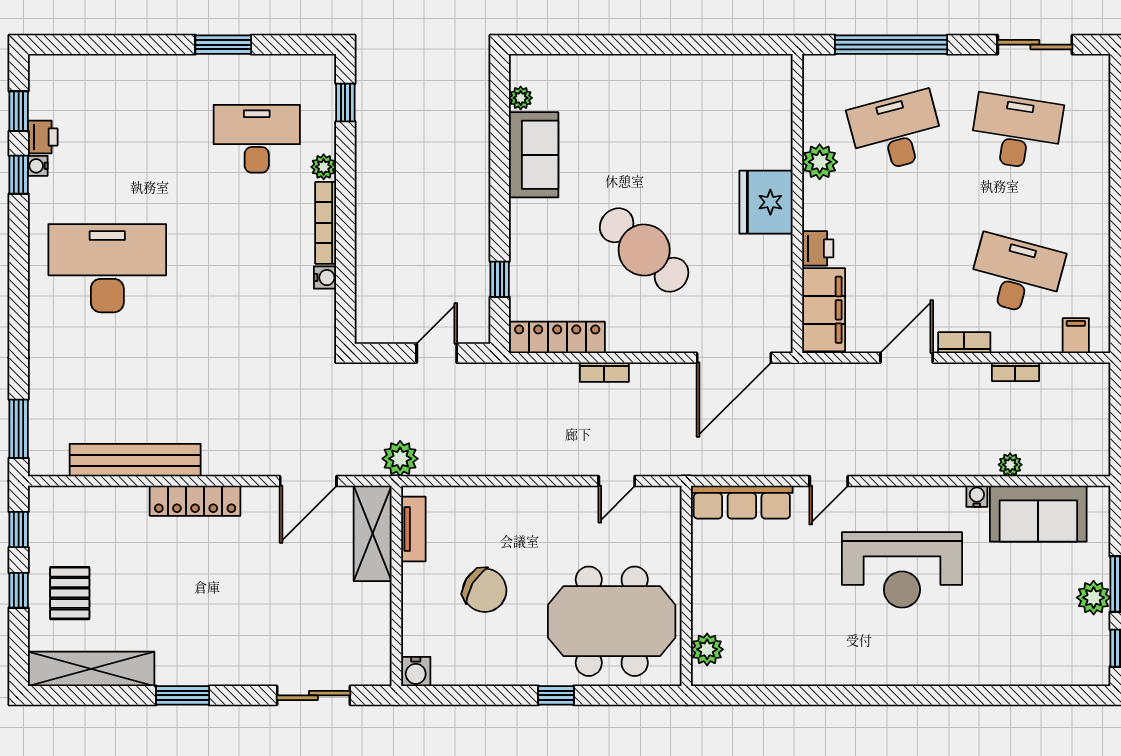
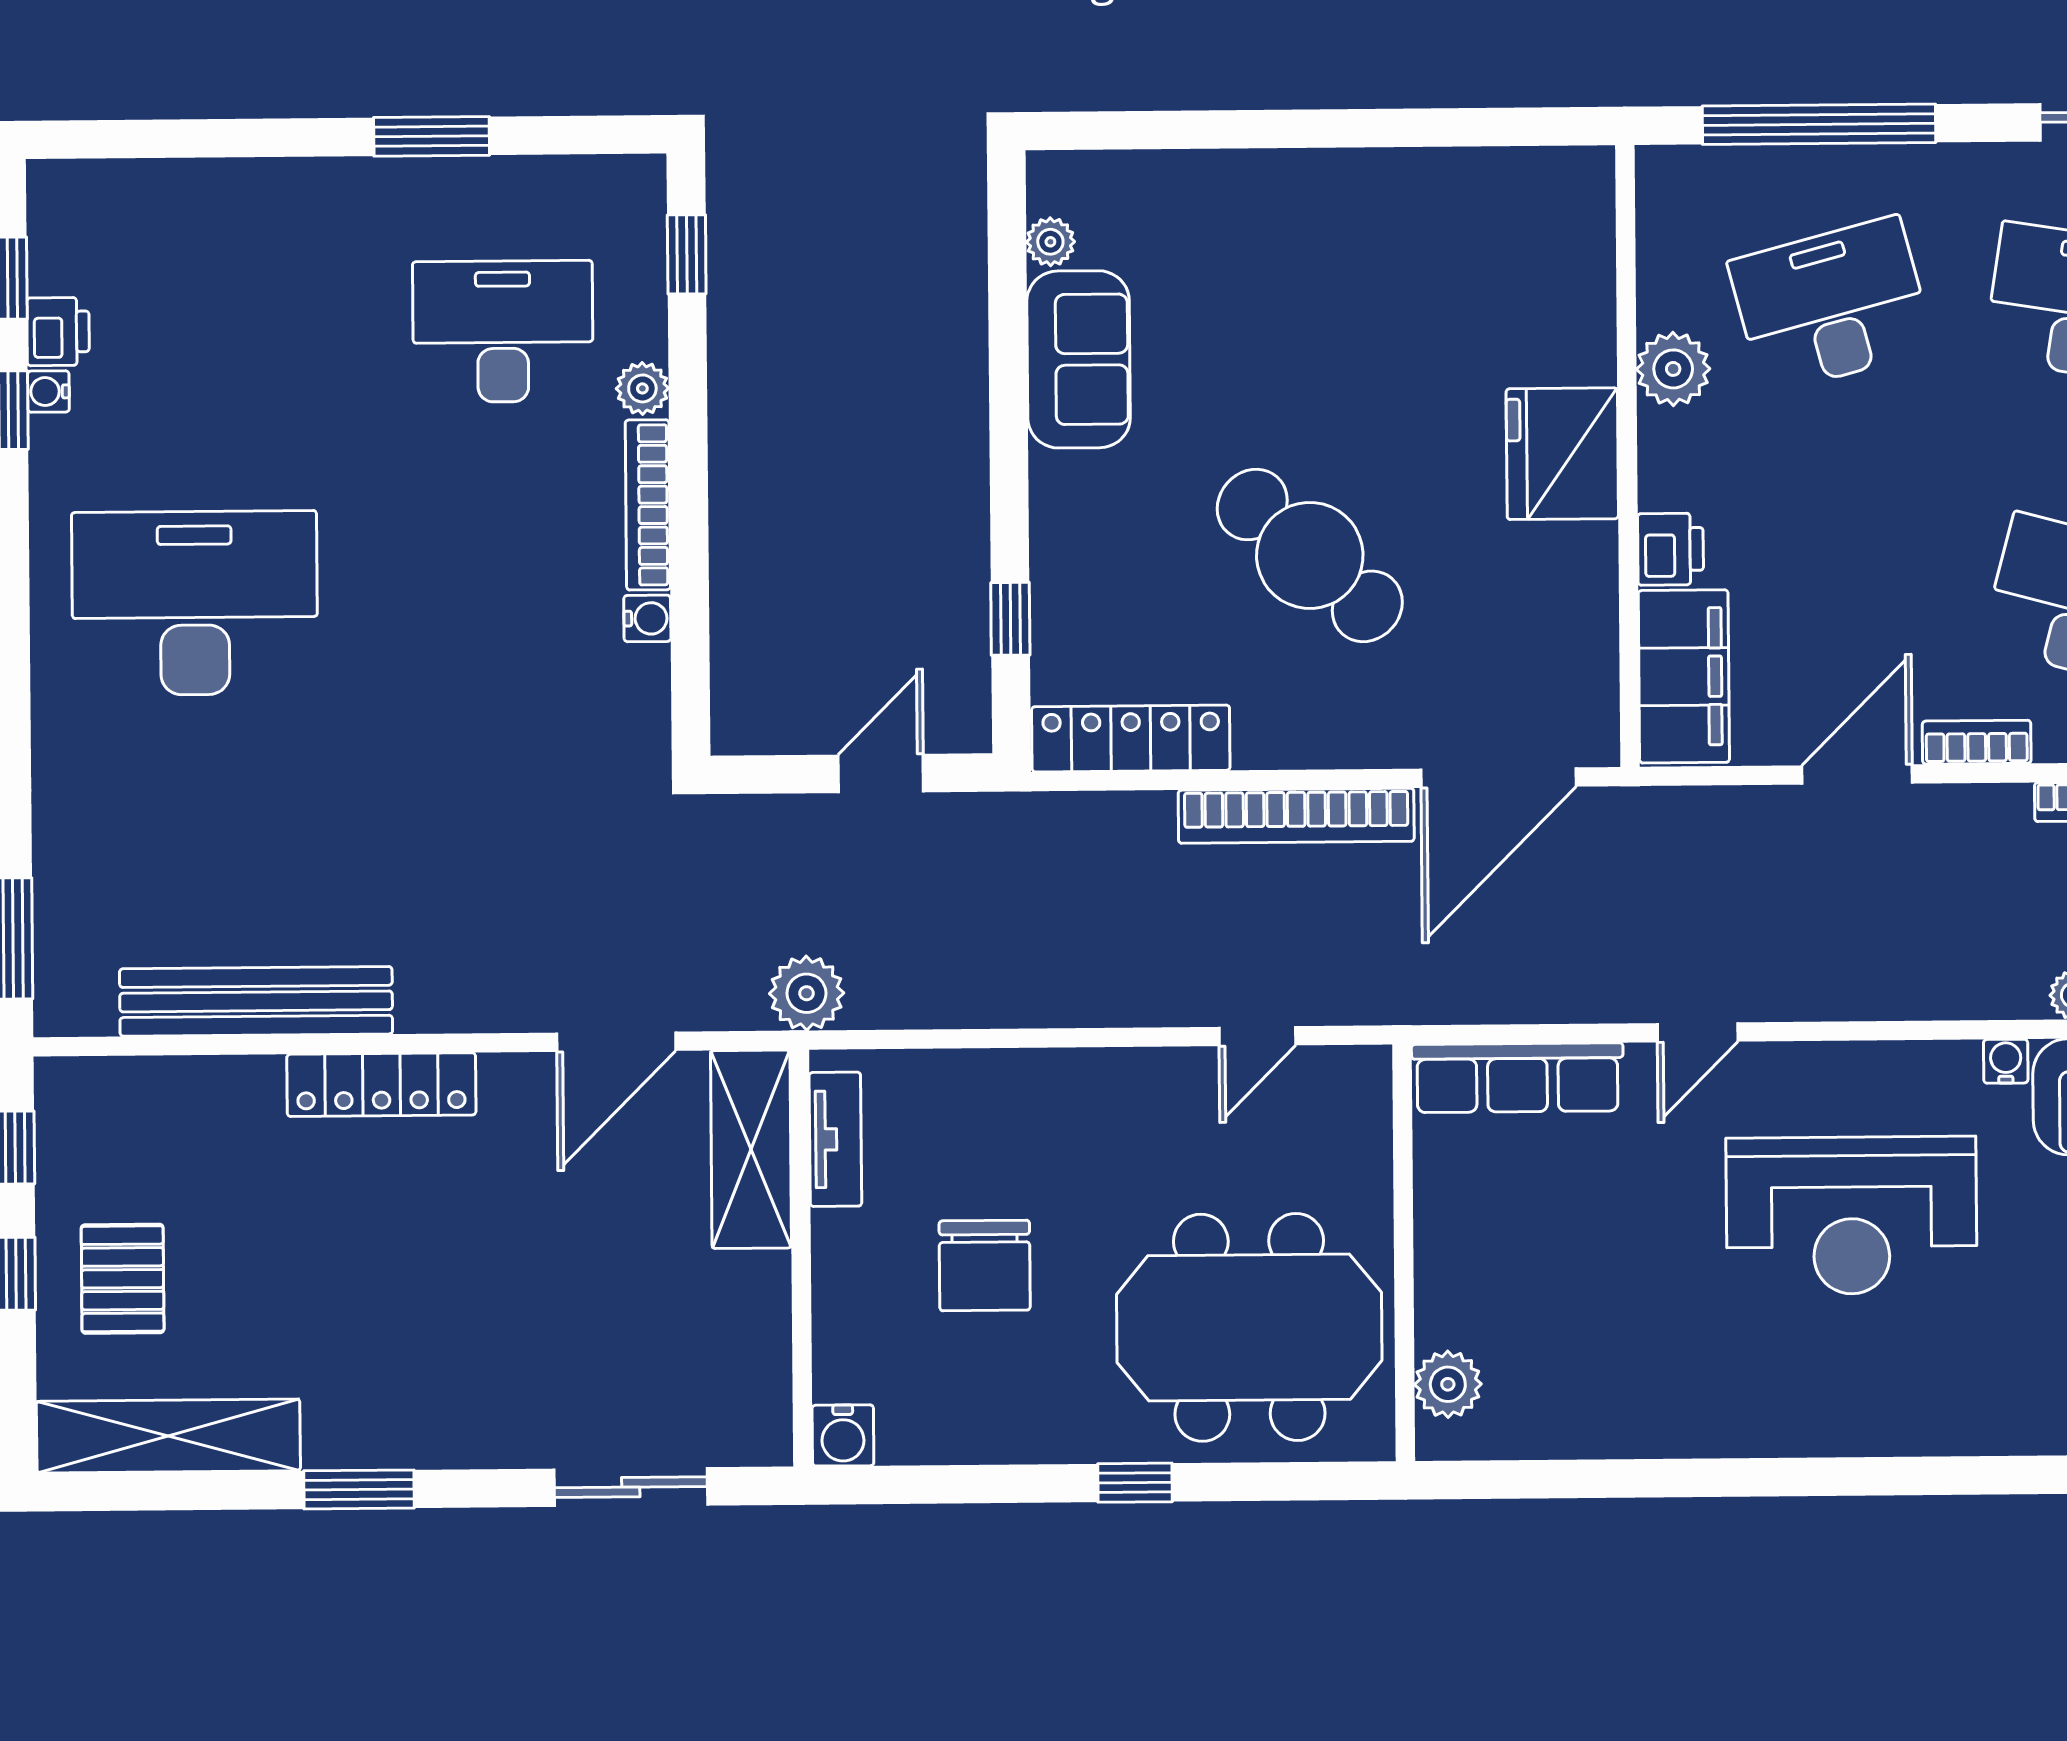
bookcase: (604, 372) -> (1296, 816), width x2.31, depth x1.31
chair: (485, 590) -> (985, 1265), turned 59

